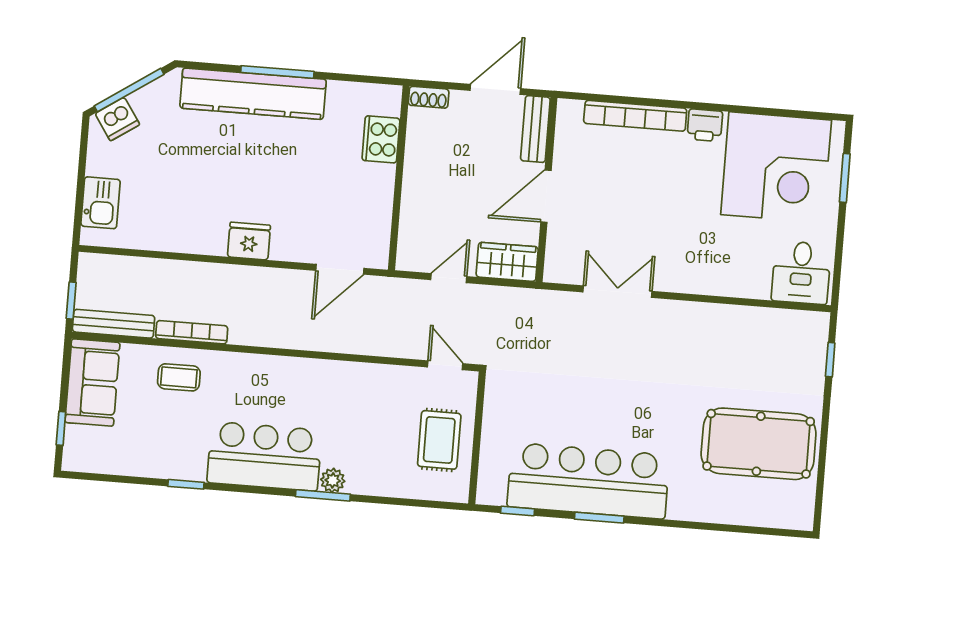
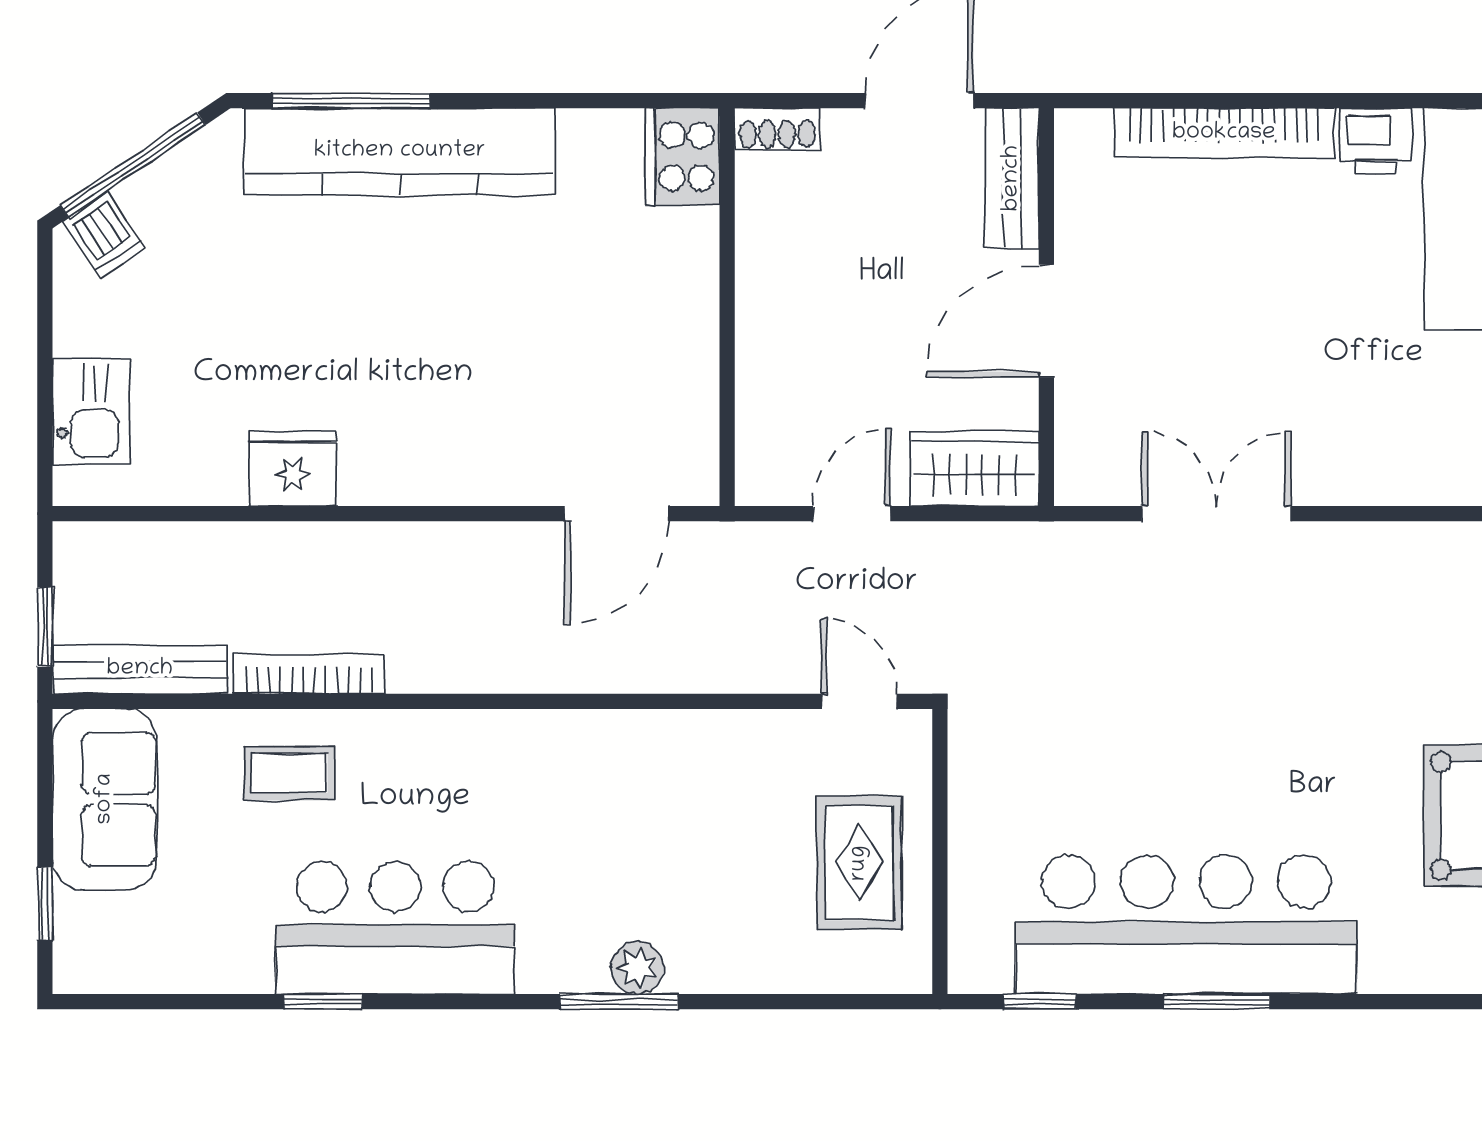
window: (277, 72) -> (351, 101), moved
dishwasher: (117, 119) -> (104, 235), width x0.73
cooker: (381, 139) -> (682, 157), moved
fridge: (249, 241) -> (293, 468), moved
bar counter: (264, 456) -> (395, 928), moved

